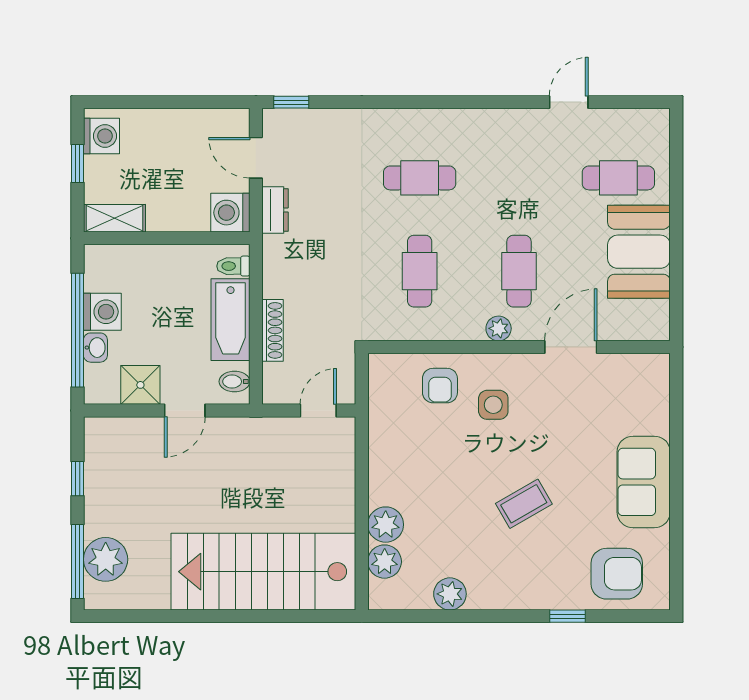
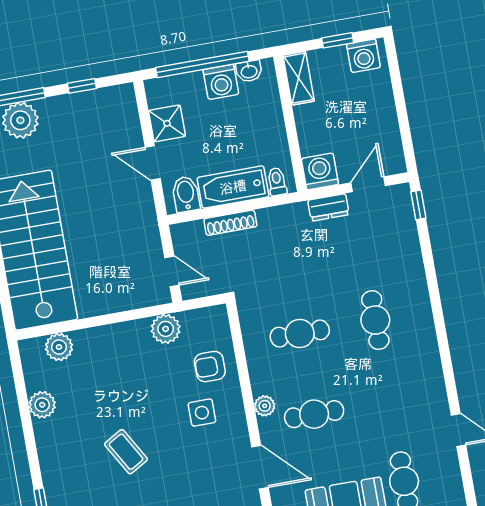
washbasin: (95, 348) -> (249, 71), moved
bidet: (235, 382) -> (186, 194), width x1.38, depth x1.36
plant: (386, 525) -> (166, 329), moved

